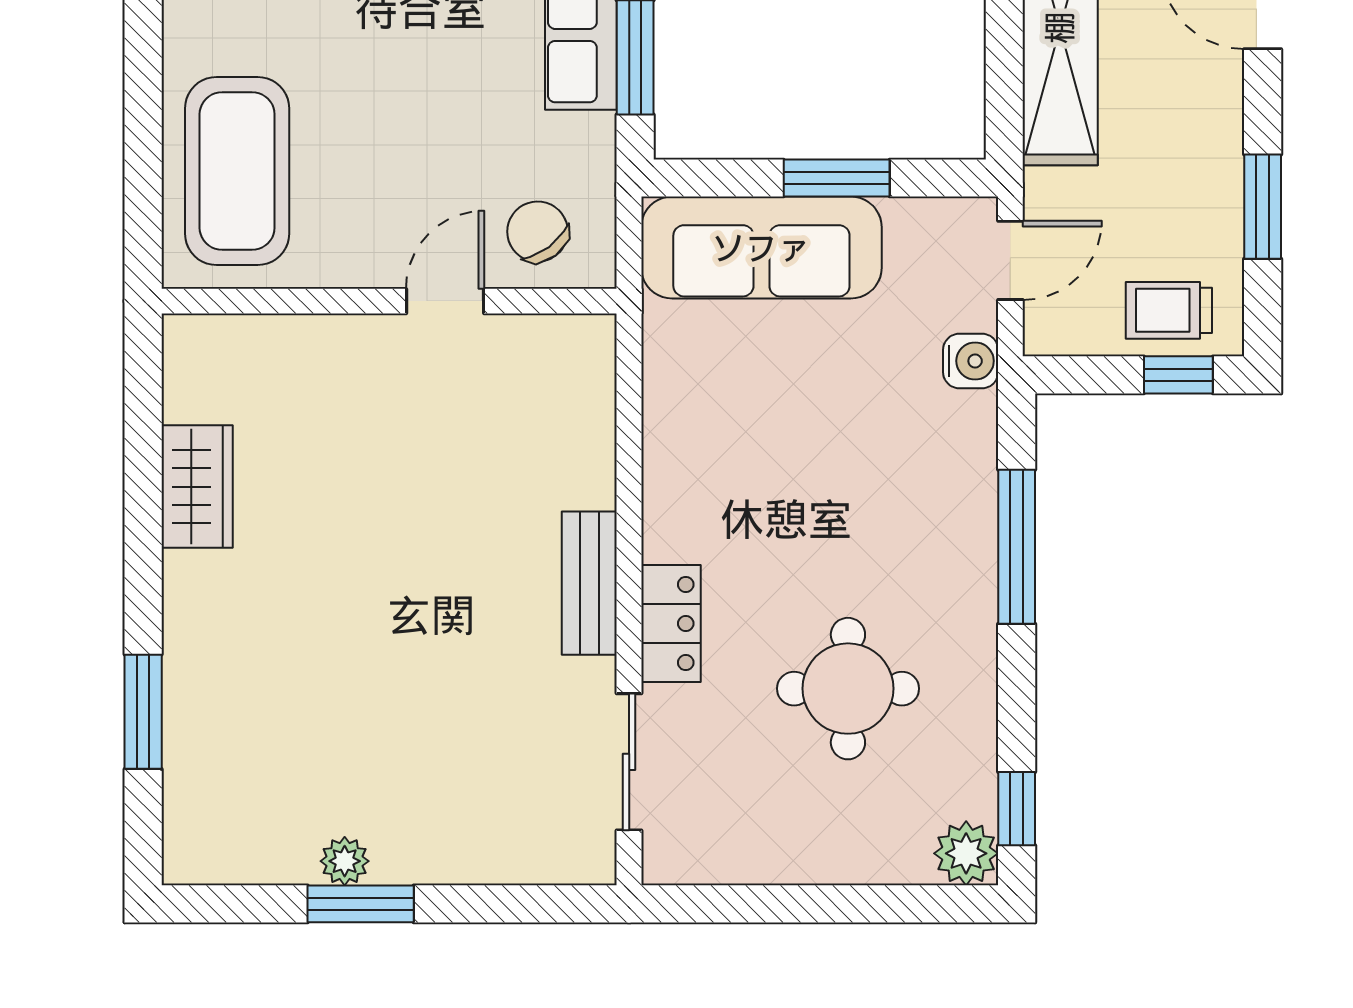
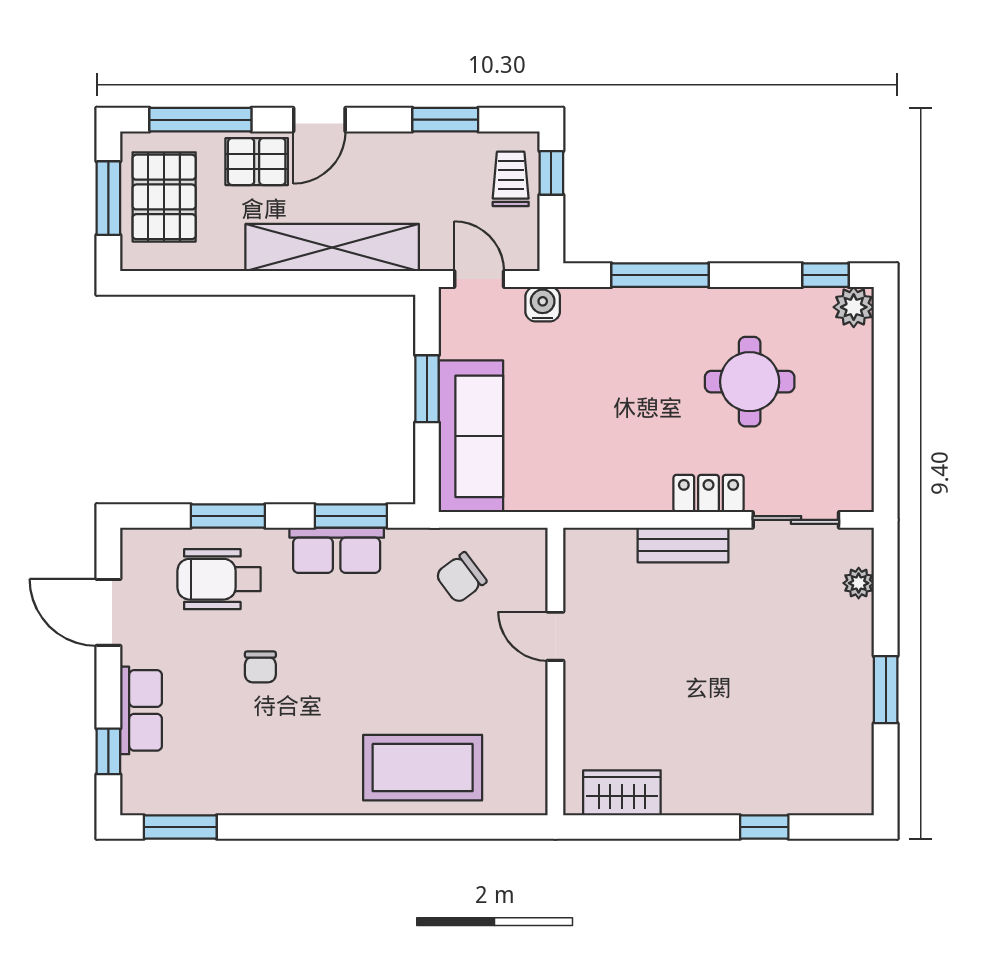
wall: (389, 301) -> (555, 672), moved
door: (445, 301) -> (555, 636), moved
trolley: (1169, 310) -> (511, 179), turned 180
window: (143, 712) -> (764, 827), width x0.67
plant: (345, 861) -> (859, 583), moved

